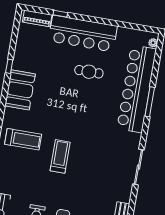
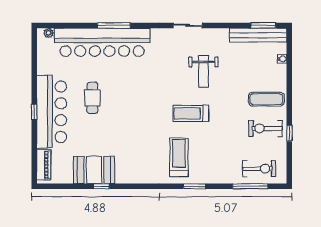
window: (60, 14) -> (34, 112), moved
booth: (20, 90) -> (94, 170), moved
sliding door: (139, 167) -> (188, 25), width x0.73
weight bench: (95, 174) -> (203, 71), added

